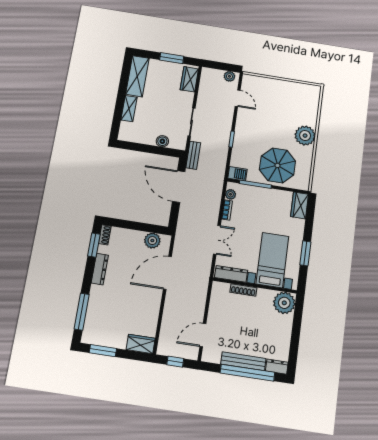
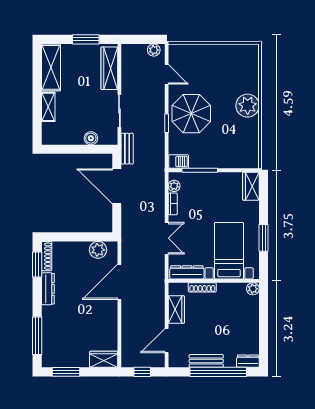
wardrobe: (189, 79) -> (109, 68), width x1.50
parasol: (277, 165) -> (191, 114), moved
shoe rack: (105, 235) -> (47, 256), width x1.43
plant: (284, 303) -> (253, 289), width x0.53, depth x0.53
wardrobe: (216, 307) -> (176, 310), added
bench: (243, 361) -> (206, 361), width x0.73

